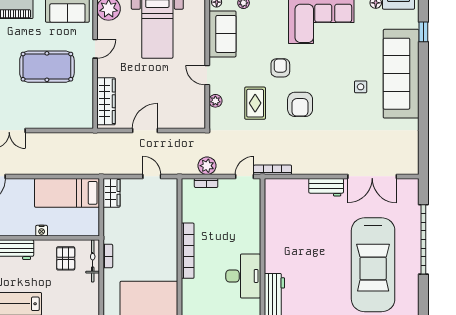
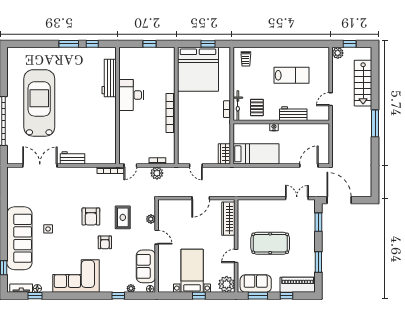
armchair: (300, 104) -> (91, 217), turned 180

